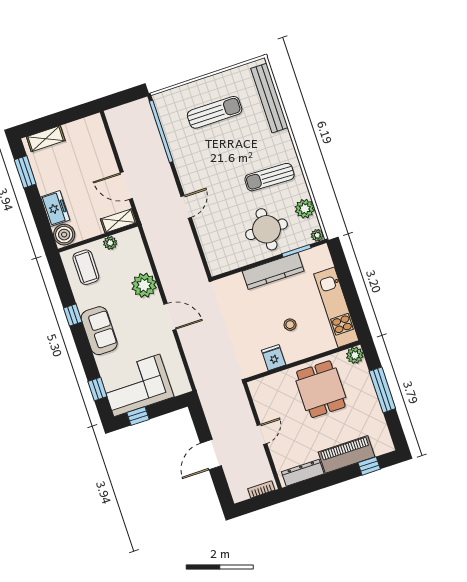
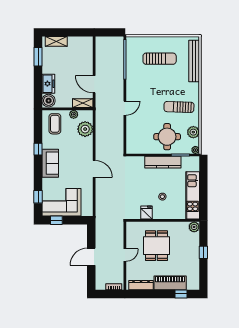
plant: (144, 285) -> (85, 129), moved
dining table: (321, 389) -> (156, 246), moved
window: (382, 390) -> (203, 252), width x0.46

